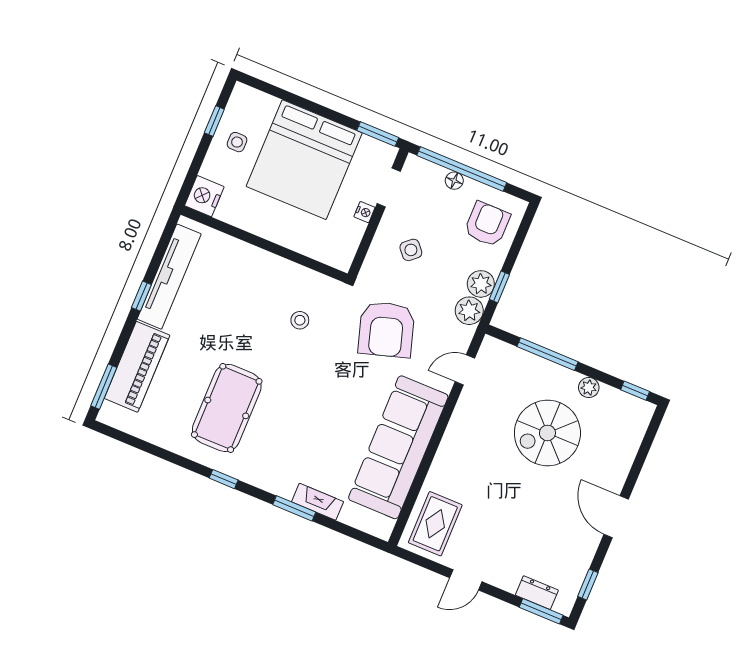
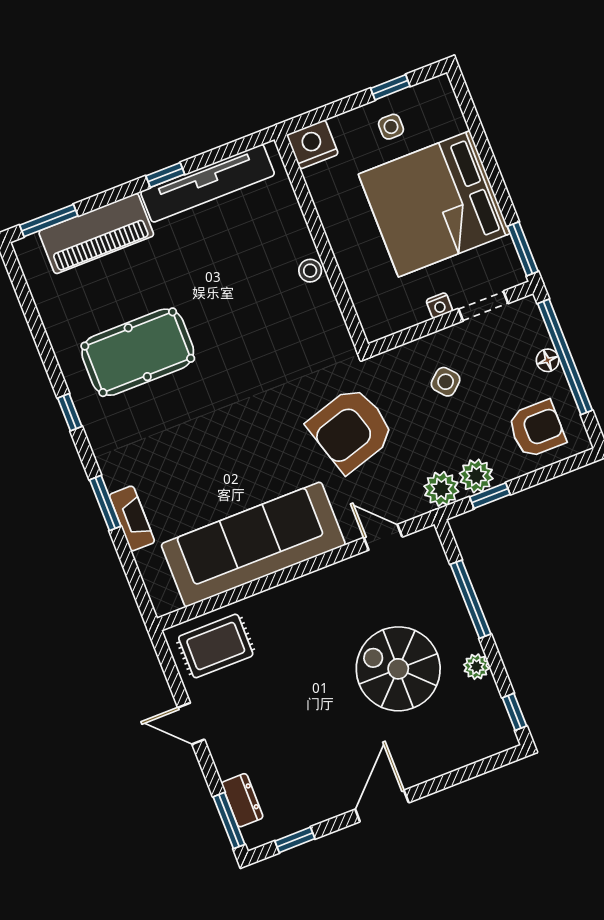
stool: (300, 320) -> (310, 271), moved

